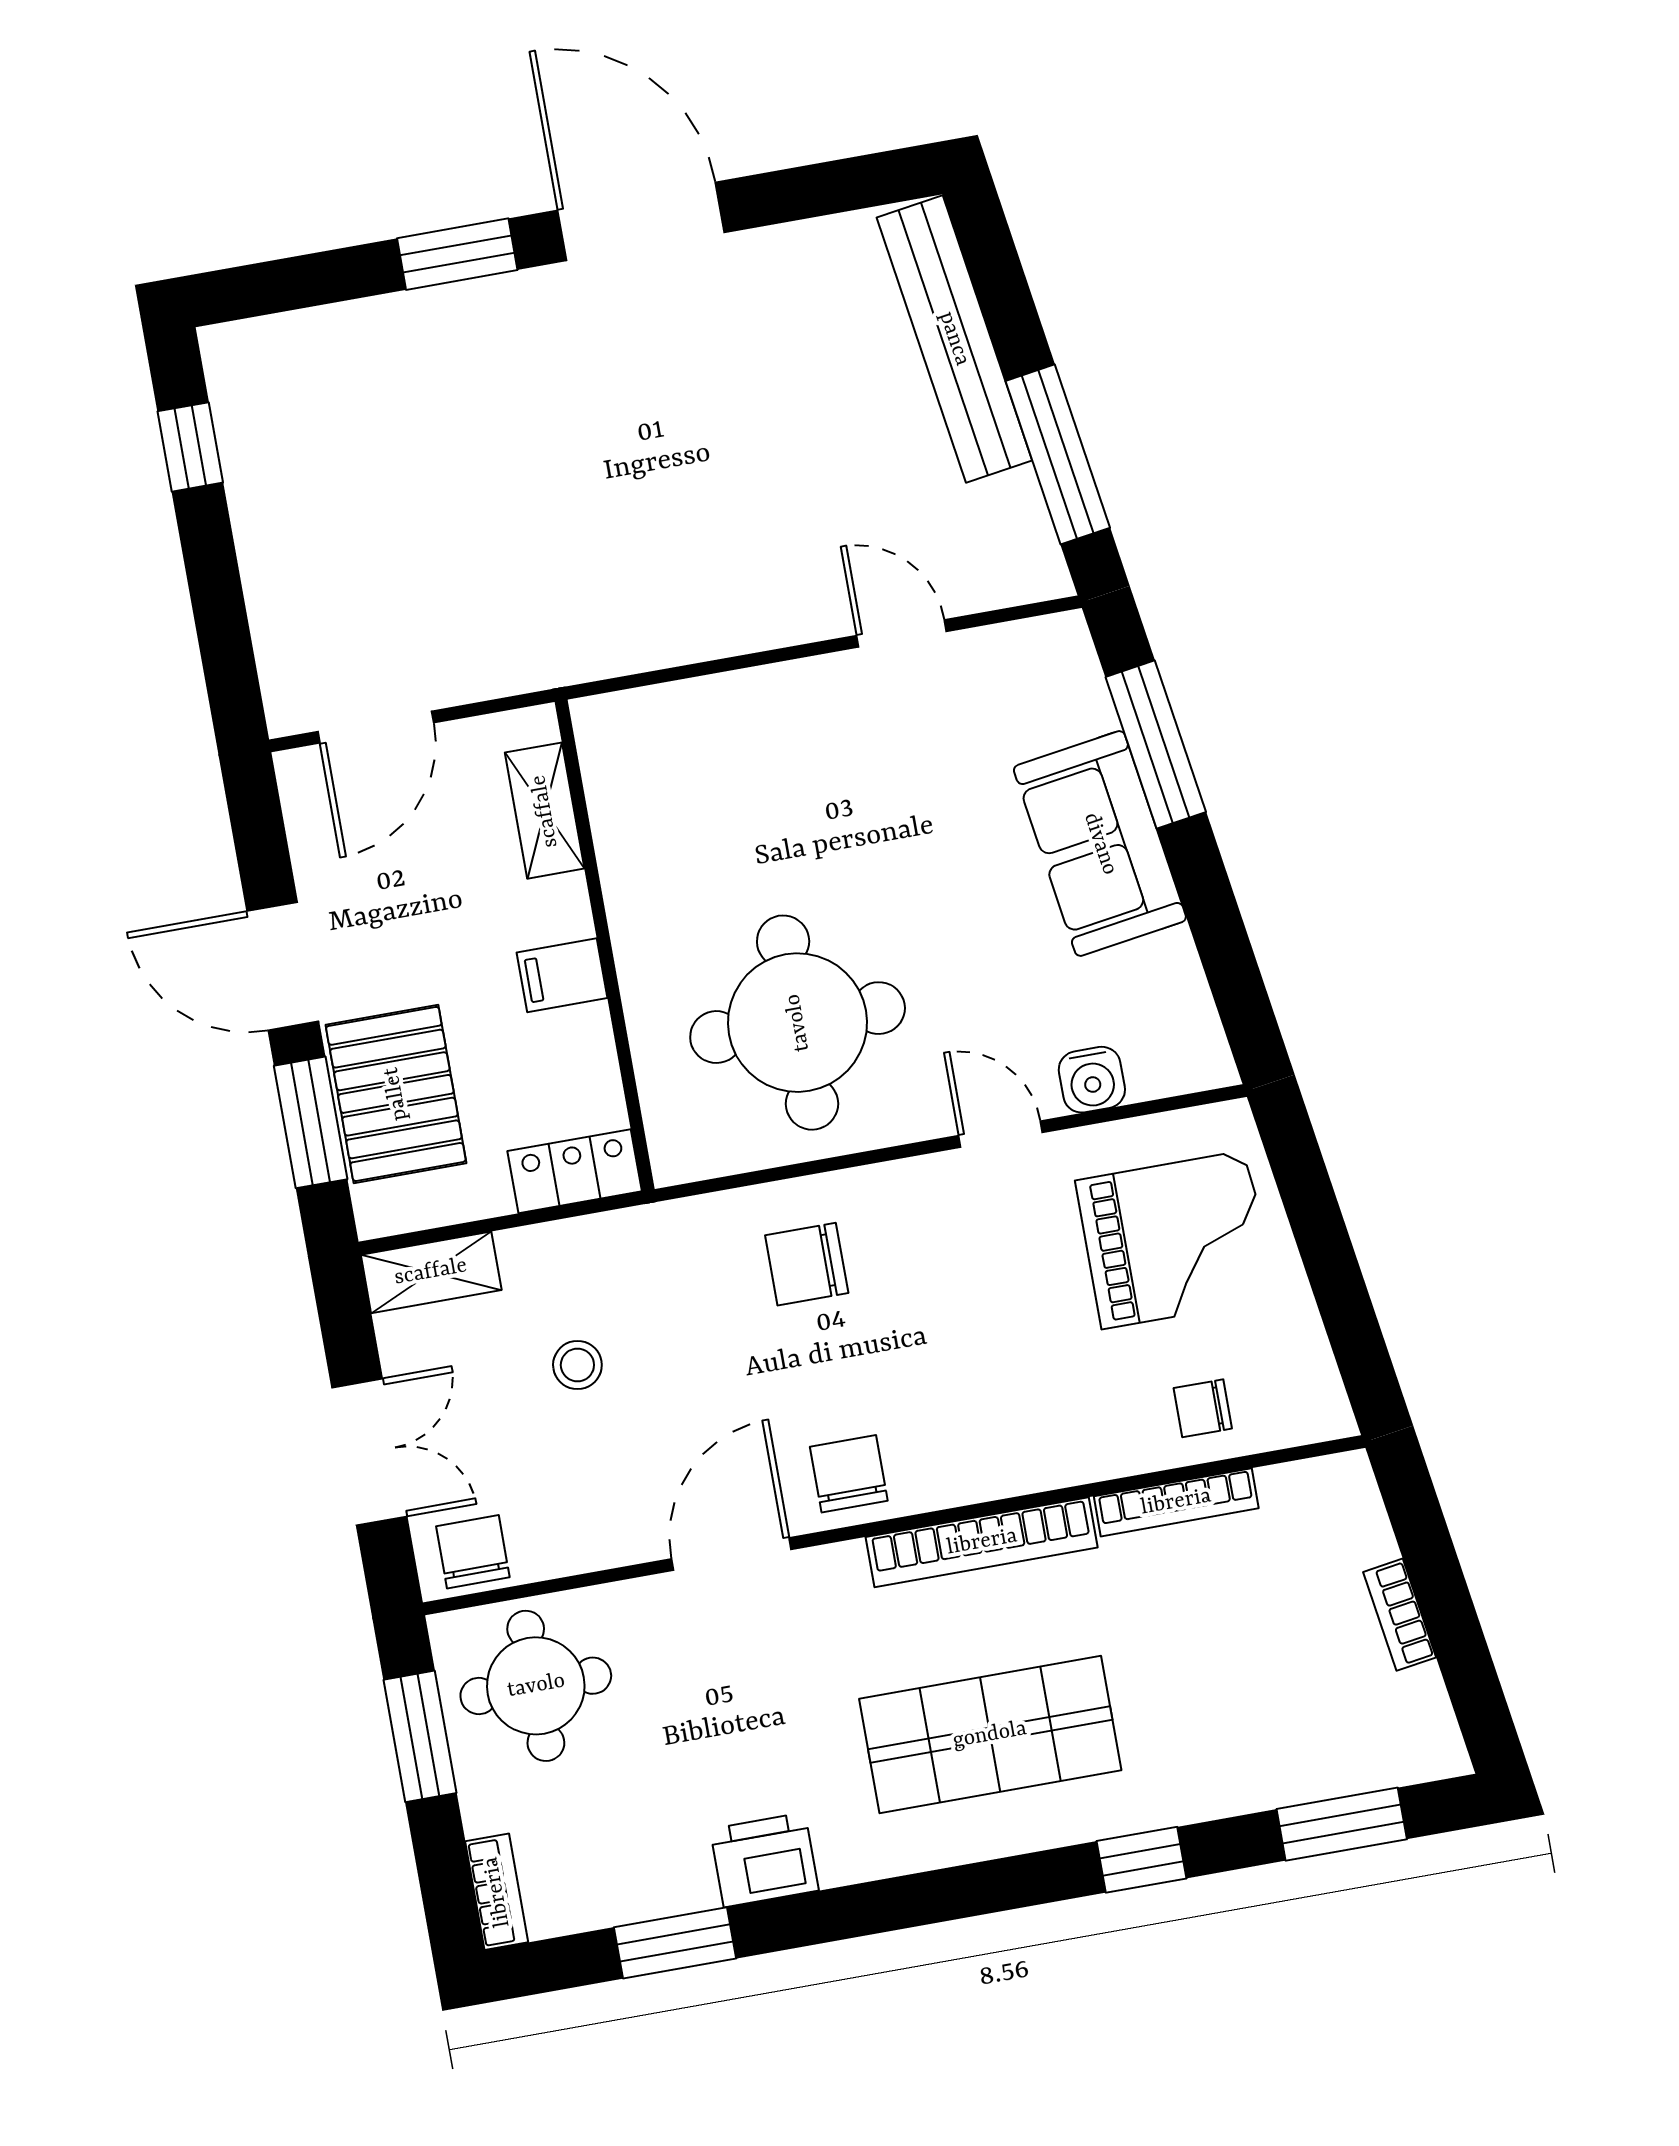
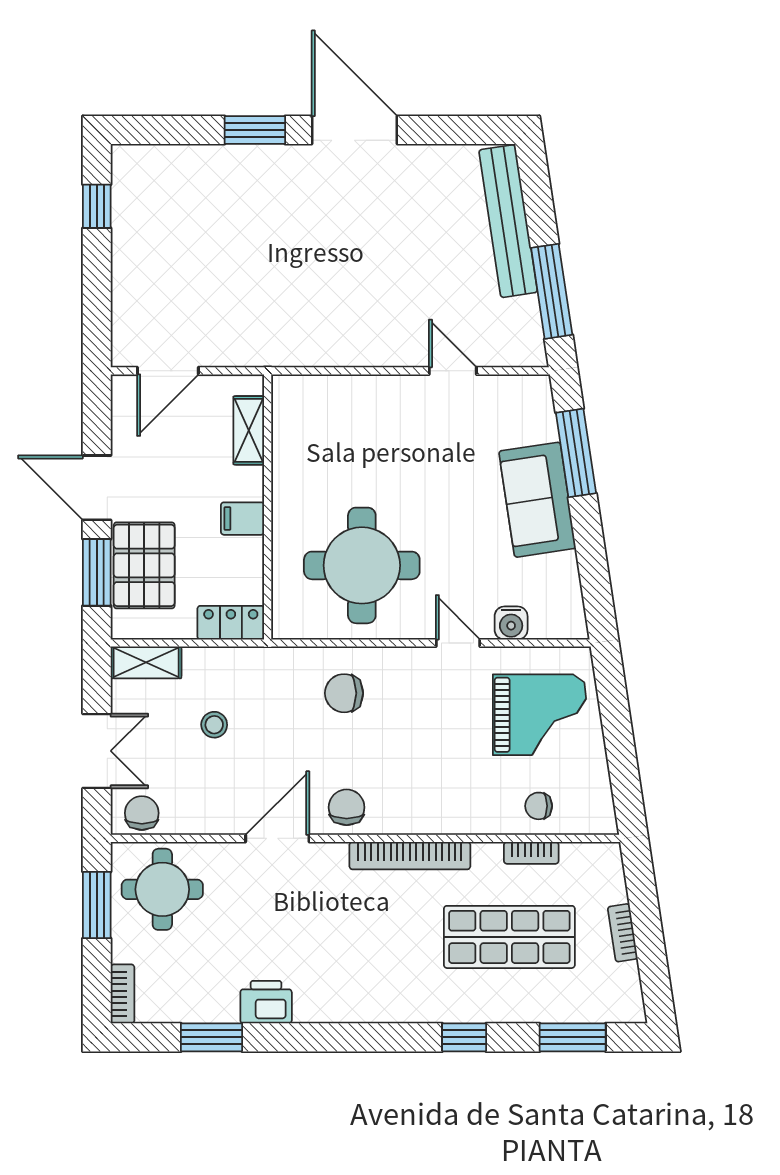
bookcase: (1176, 1502) -> (531, 853), width x0.64
shop shelf: (990, 1735) -> (509, 937), moved

